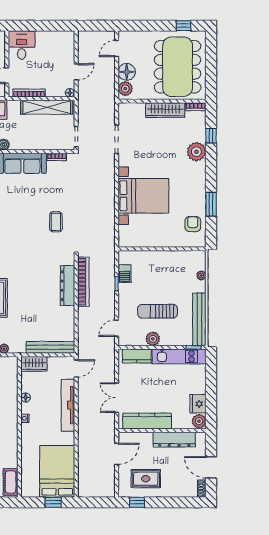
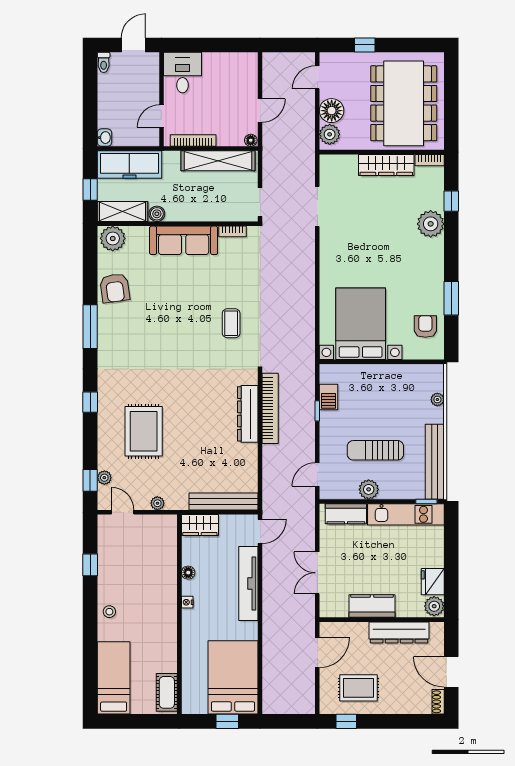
window: (184, 26) -> (365, 45), moved
bed with nightstands: (143, 196) -> (361, 324), moved, turned -90
kitchen counter: (147, 421) -> (372, 606), width x0.67

